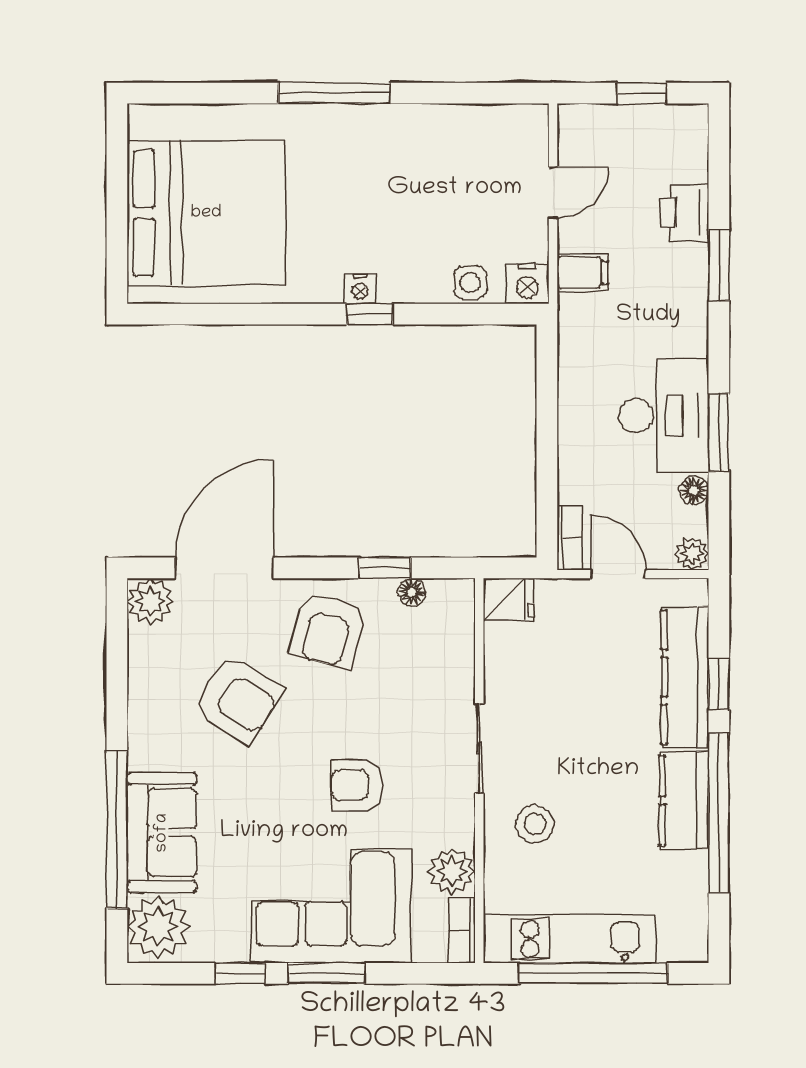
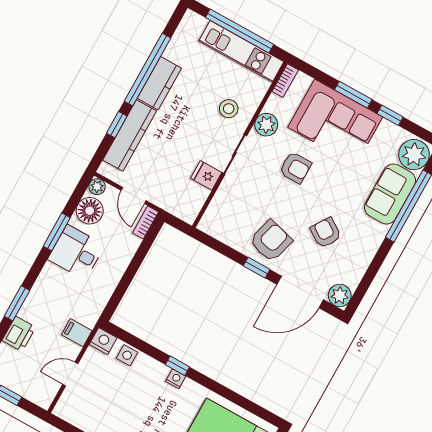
desk: (664, 416) -> (76, 252), width x0.73
floor lamp: (694, 490) -> (90, 211), width x1.89, depth x1.89
window: (385, 568) -> (257, 268), moved
floor lamp: (412, 592) -> (226, 237), removed
fridge: (509, 599) -> (206, 175), moved
armchair: (238, 699) -> (326, 233), width x0.72, depth x0.72
plant: (452, 871) -> (266, 125), moved

